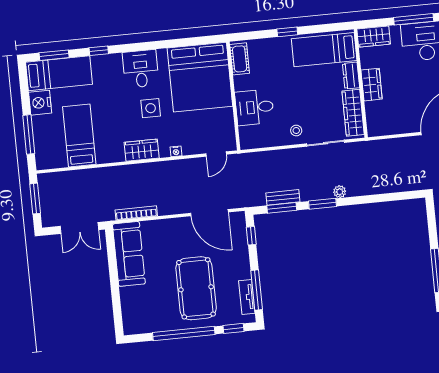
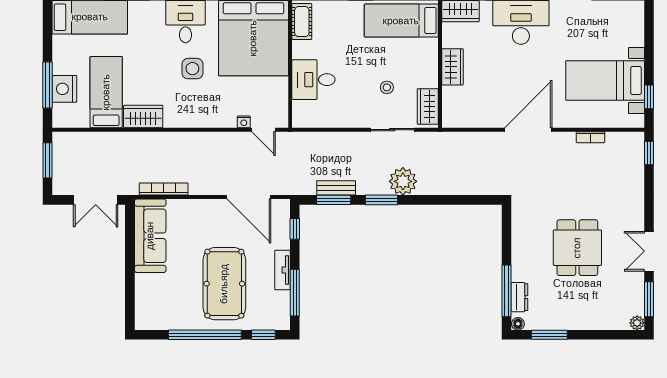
dresser: (351, 76) -> (430, 54), removed
nightstand: (40, 103) -> (64, 89), moved
wardrobe: (353, 113) -> (428, 106), width x0.67
stool: (296, 130) -> (387, 87), moved
wardrobe: (142, 150) -> (143, 116), moved
nightstand: (176, 151) -> (244, 122), moved
door: (216, 154) -> (263, 130), hinge flipped
plant: (340, 192) -> (403, 181), width x1.88, depth x1.88
tv unit: (247, 297) -> (283, 270), moved

